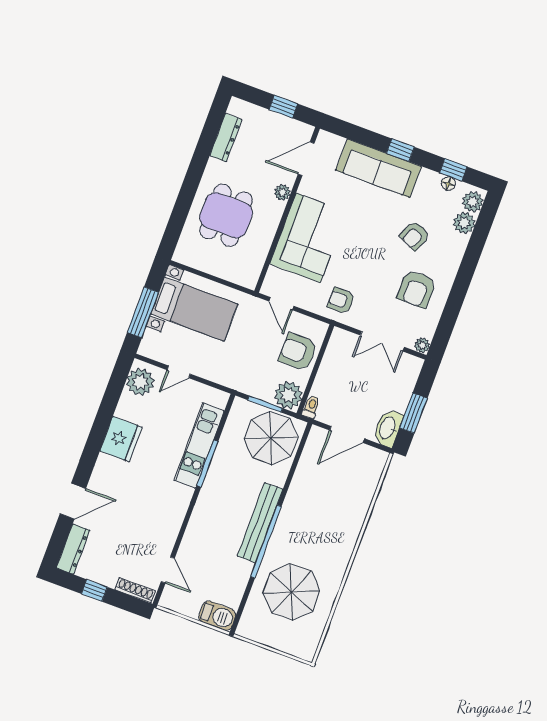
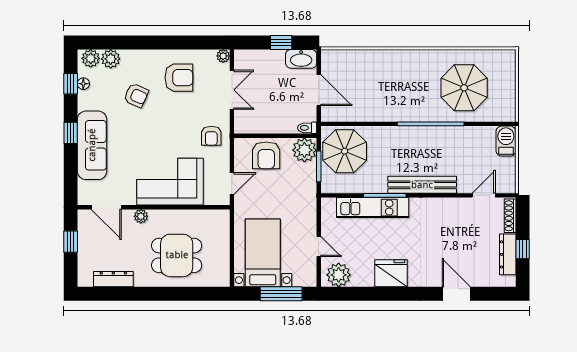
window: (413, 413) -> (281, 43), width x0.67
bench: (260, 523) -> (422, 185), moved
dresser: (73, 549) -> (508, 254), moved, turned -90

